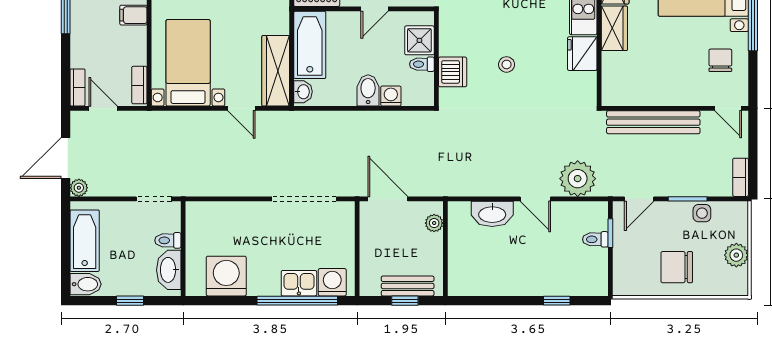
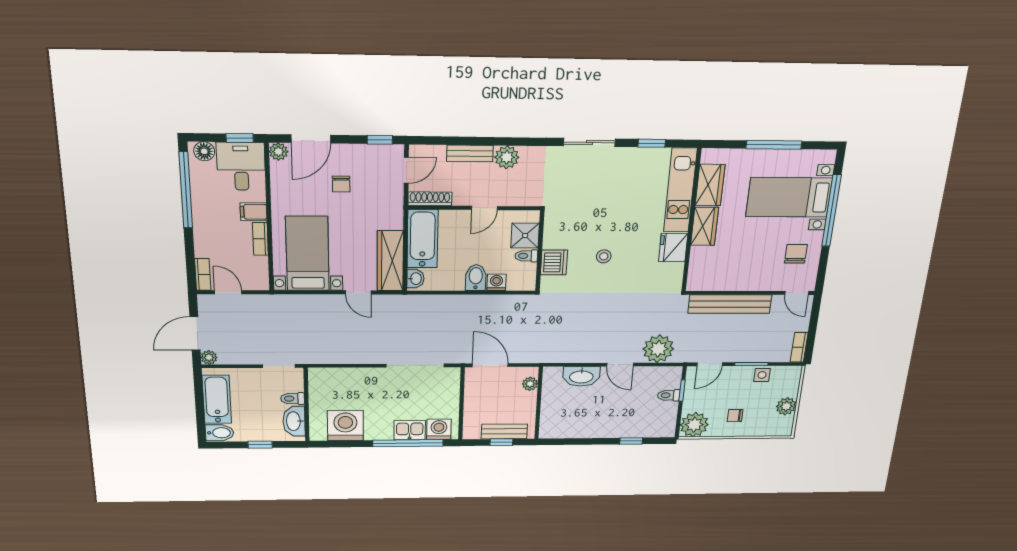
bookcase: (139, 85) -> (260, 239), moved
chair: (677, 267) -> (735, 416), width x0.54, depth x0.54
plant: (630, 279) -> (694, 425), added

